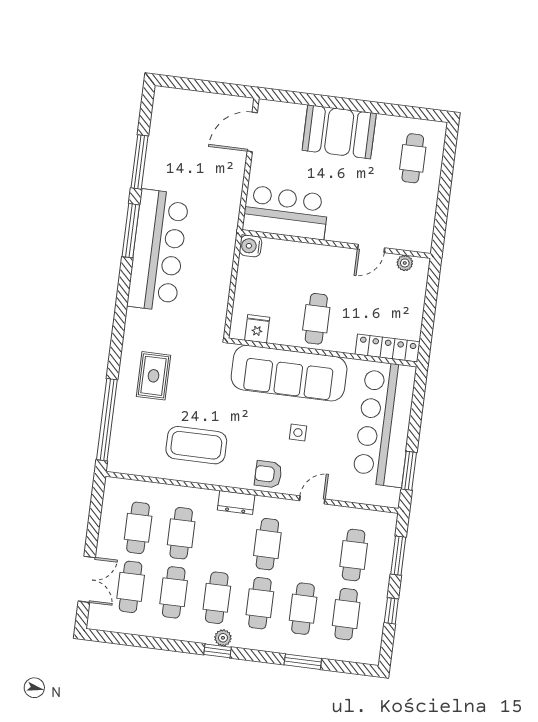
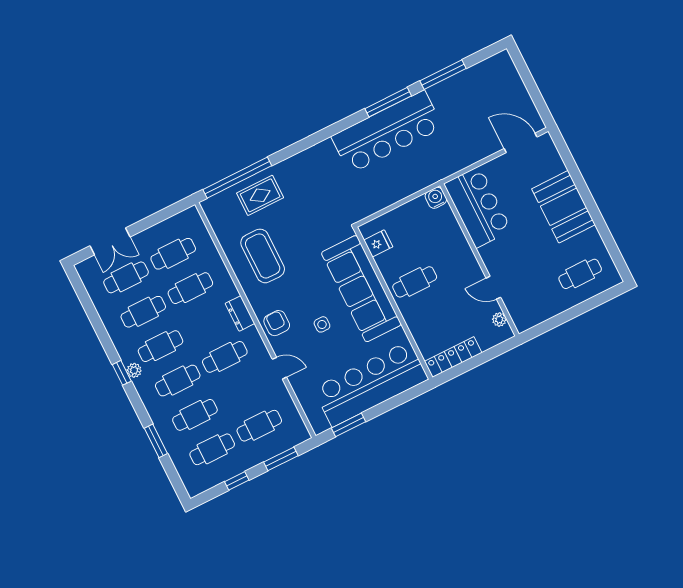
locker: (388, 348) -> (453, 357), moved, turned -90
rug: (154, 376) -> (260, 195), moved

